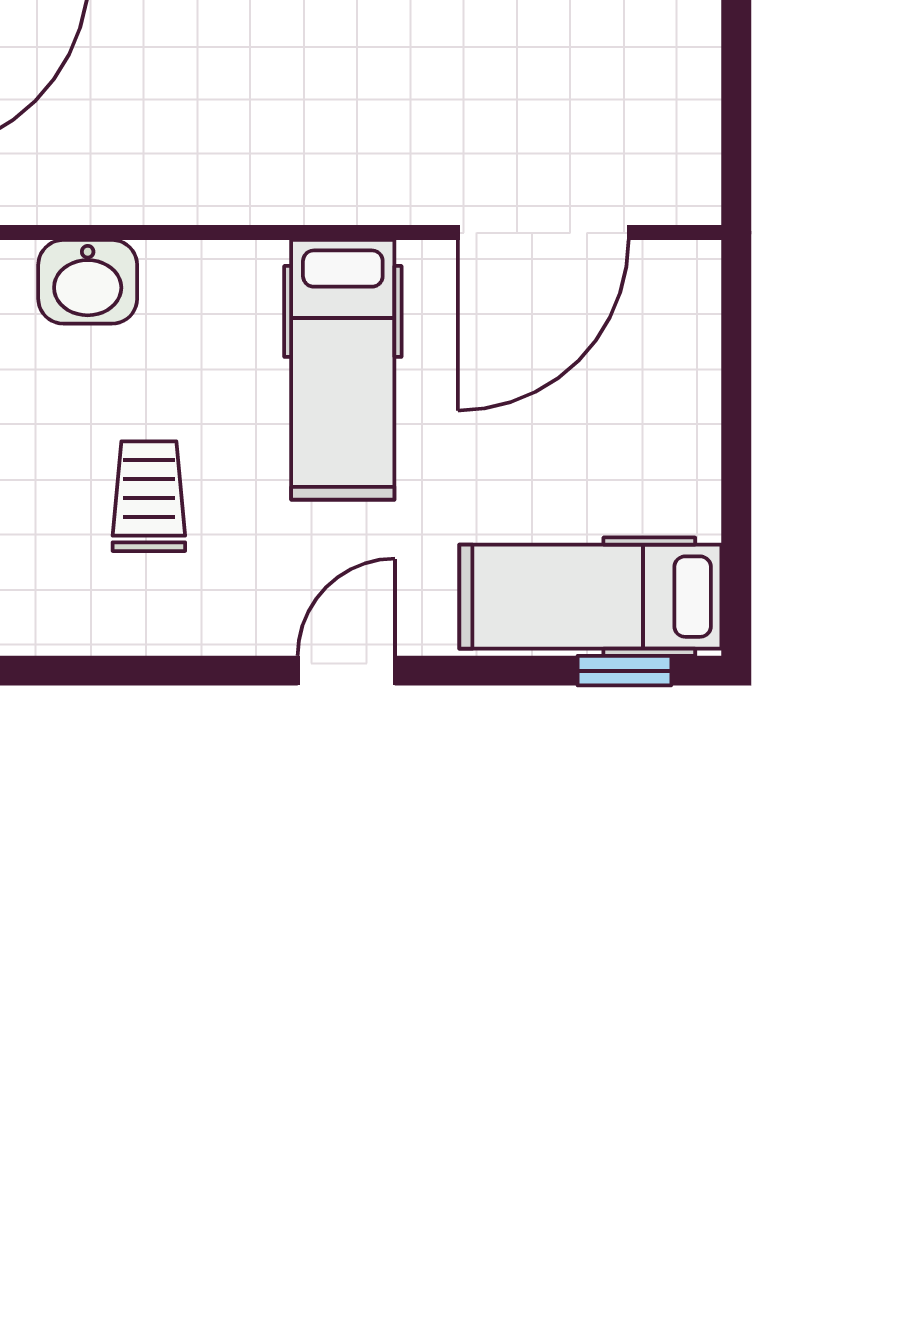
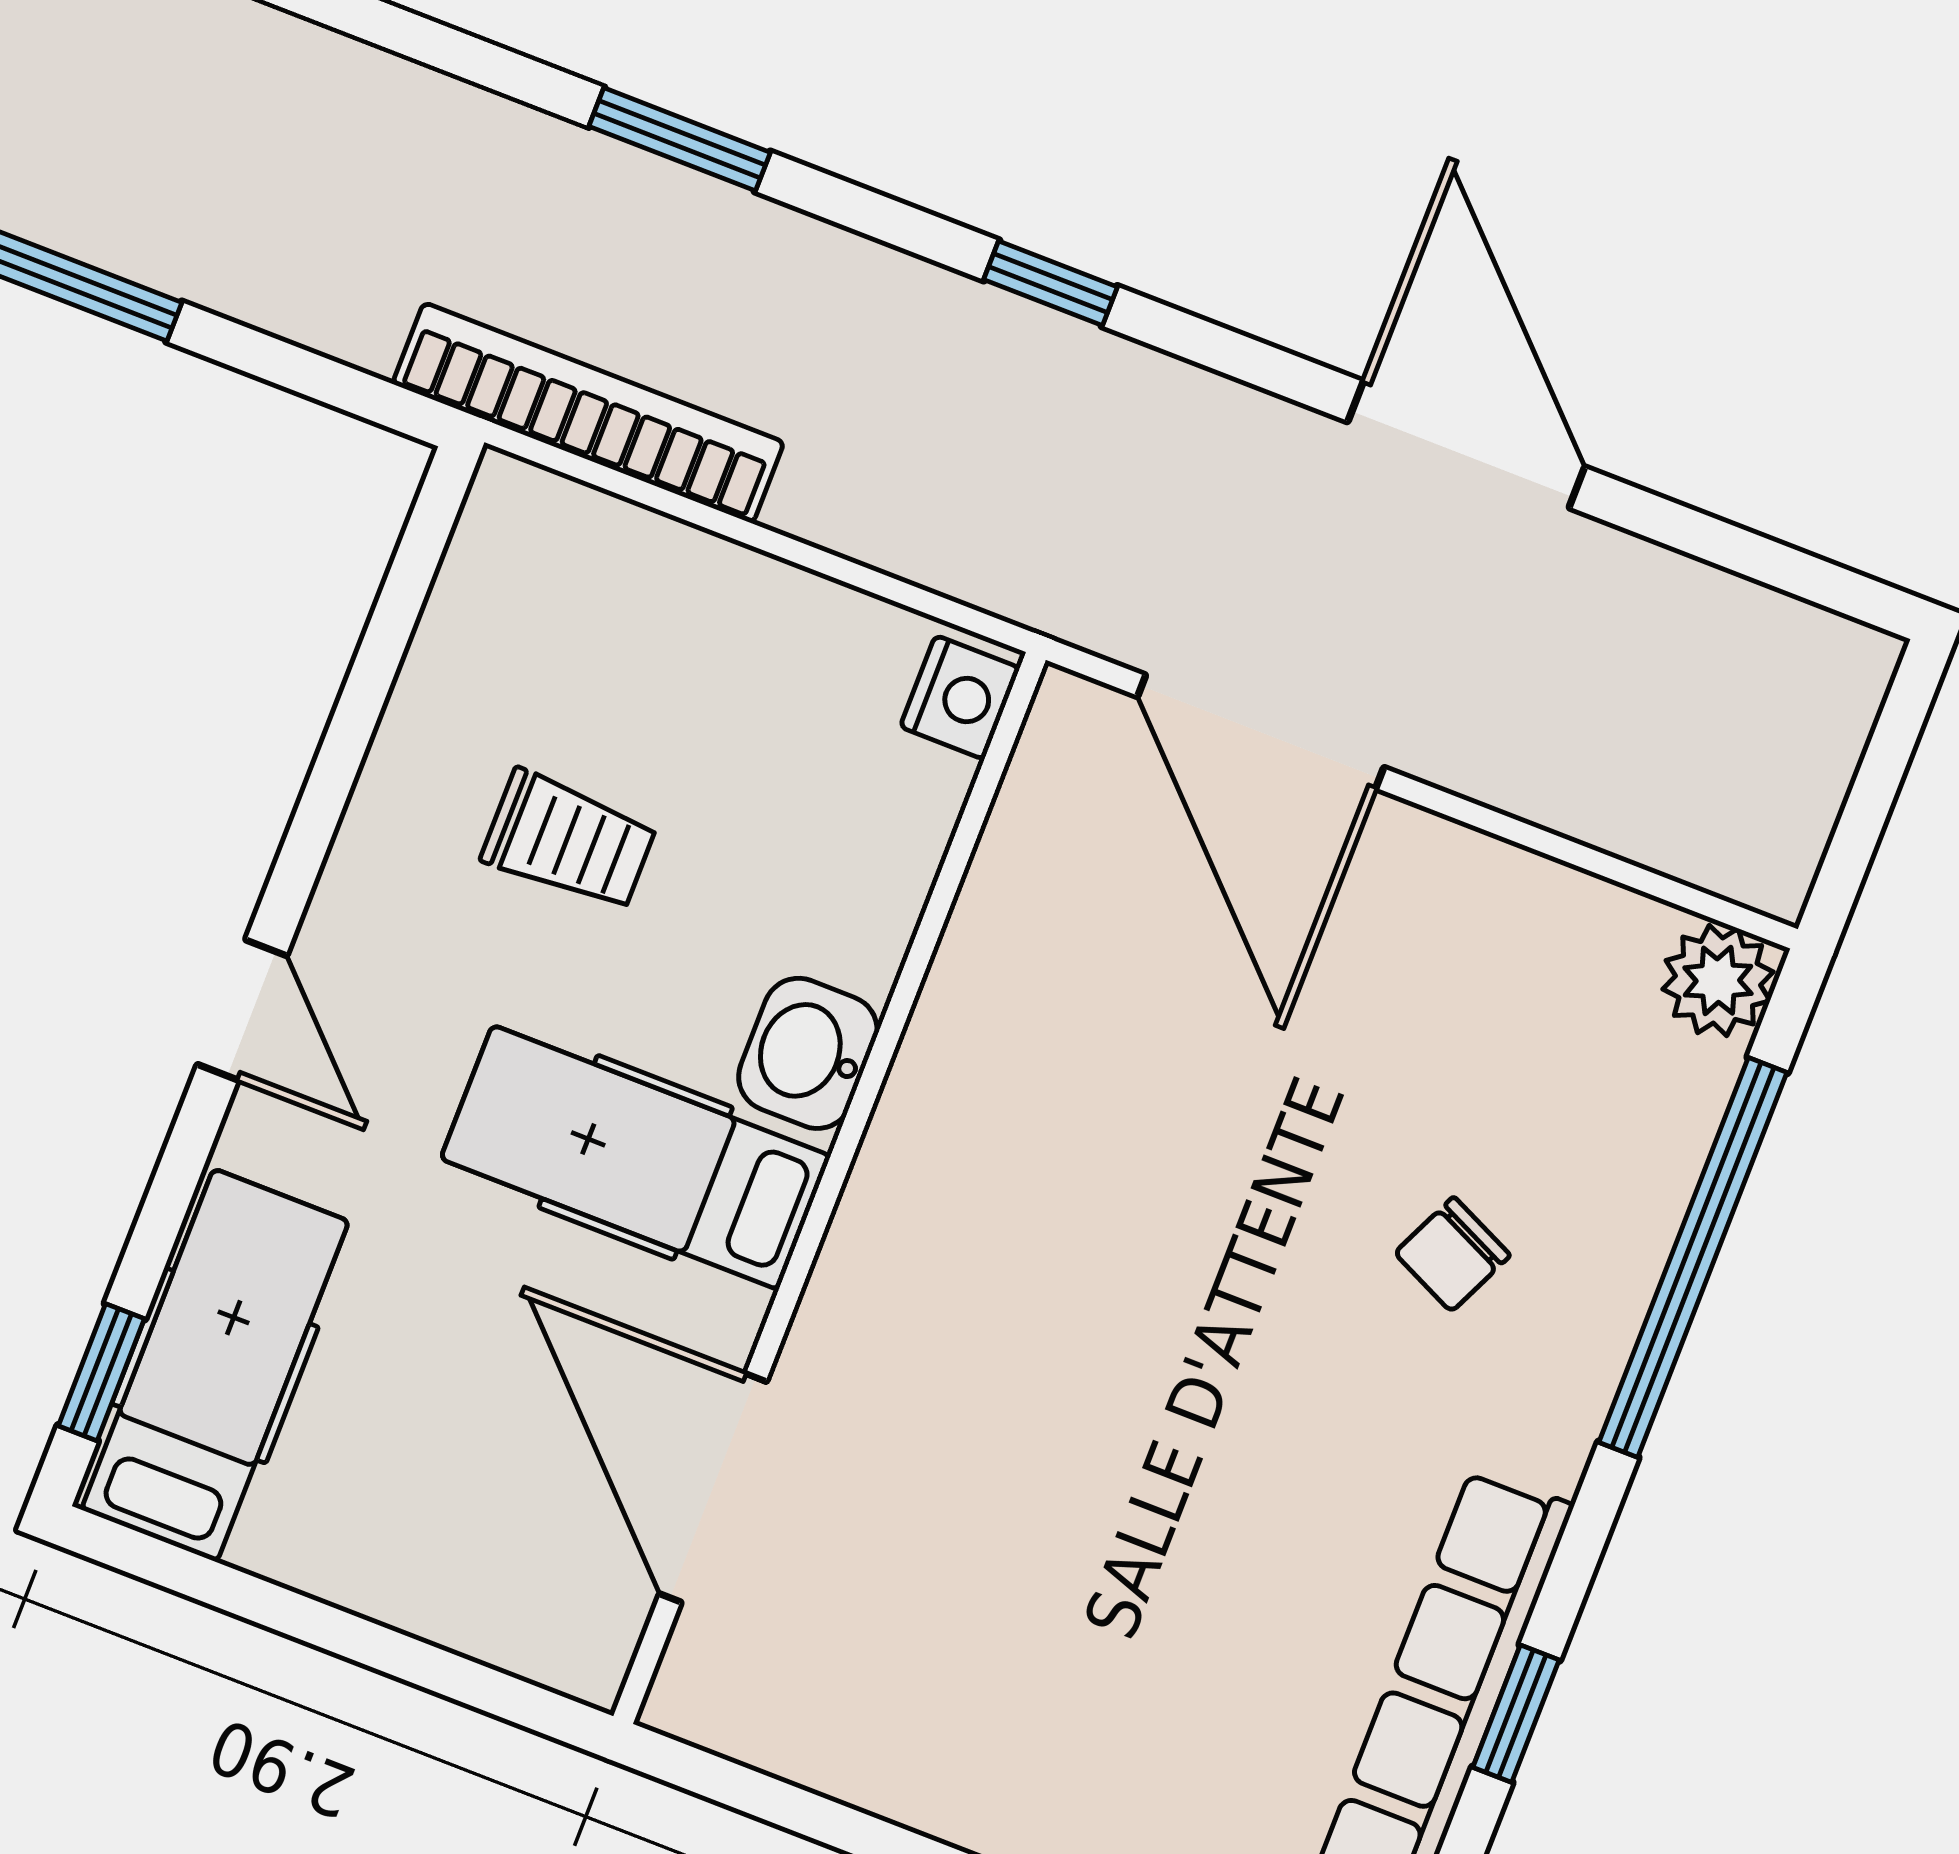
washbasin: (88, 282) -> (808, 1053), moved

